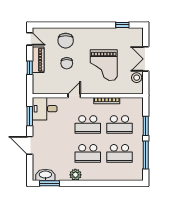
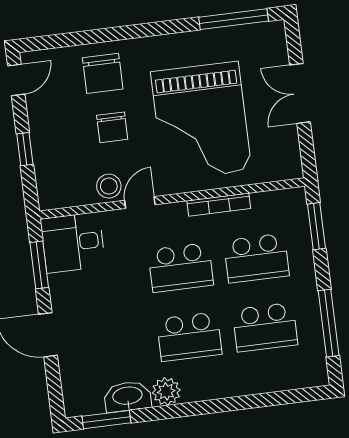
window: (122, 25) -> (234, 19), width x2.17
door: (30, 39) -> (16, 80), hinge flipped
piano: (38, 60) -> (43, 128), removed
grand piano: (104, 65) -> (201, 121), width x1.37, depth x1.48
stool: (137, 78) -> (109, 186), moved
window: (146, 126) -> (317, 226), moved
washbasin: (45, 175) -> (128, 396), moved

